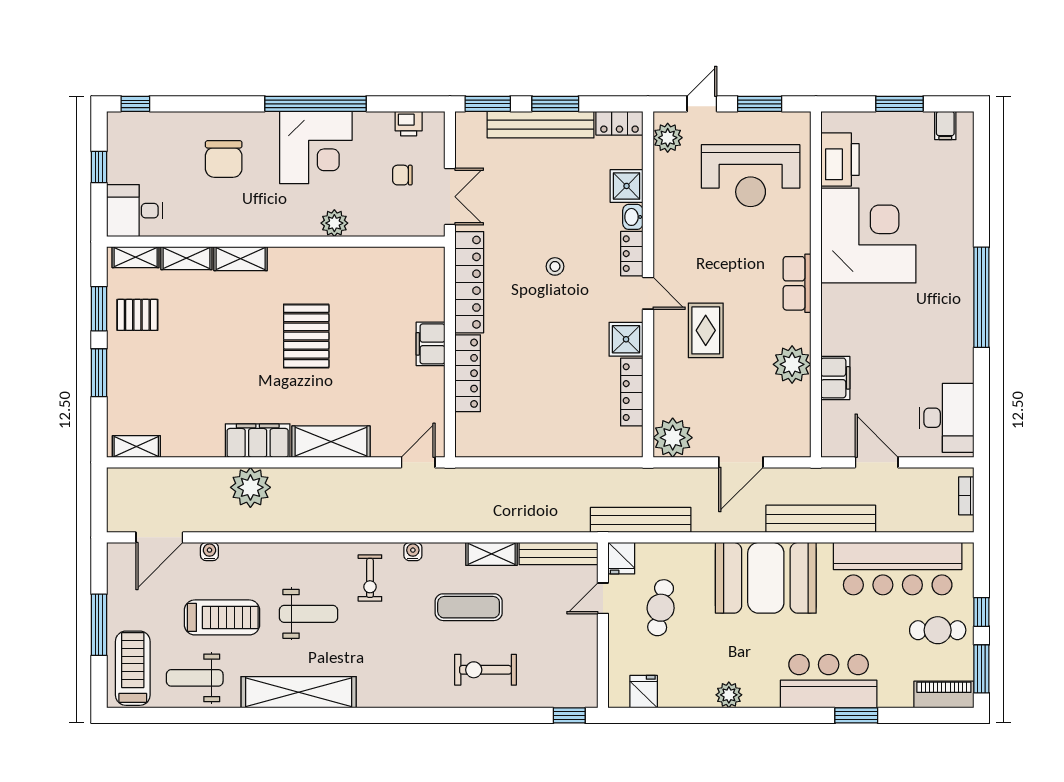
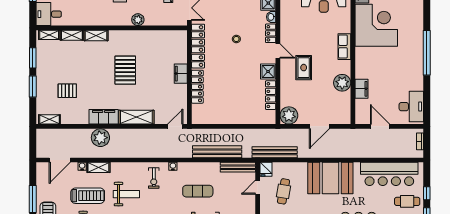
pallet: (137, 315) -> (67, 91), moved
bench: (821, 519) -> (217, 152), moved
shelving: (492, 554) -> (98, 167), moved

